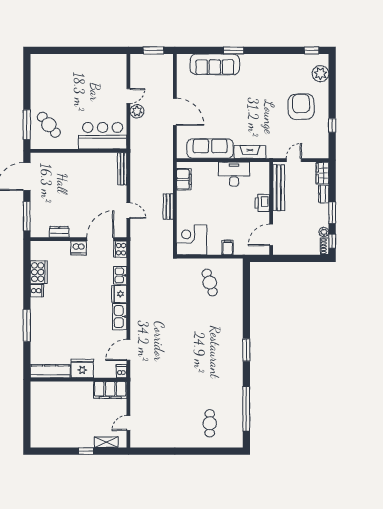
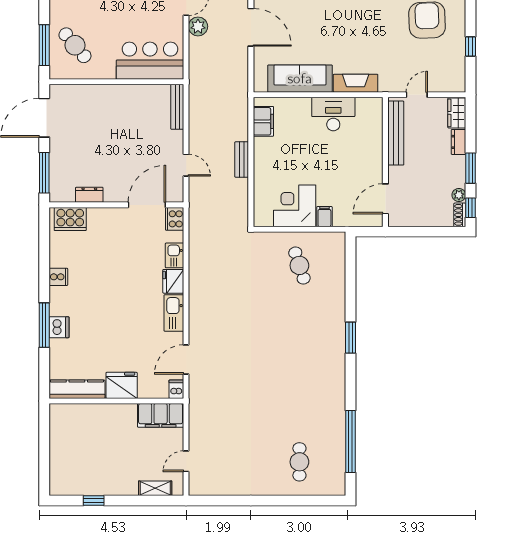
printer: (262, 203) -> (373, 155), removed
corner desk: (192, 240) -> (295, 206), moved
dishwasher: (79, 248) -> (59, 327), moved, turned -90
cooker: (39, 272) -> (70, 219), moved, turned 90
window: (246, 350) -> (350, 338), moved
window: (86, 451) -> (94, 501), moved

